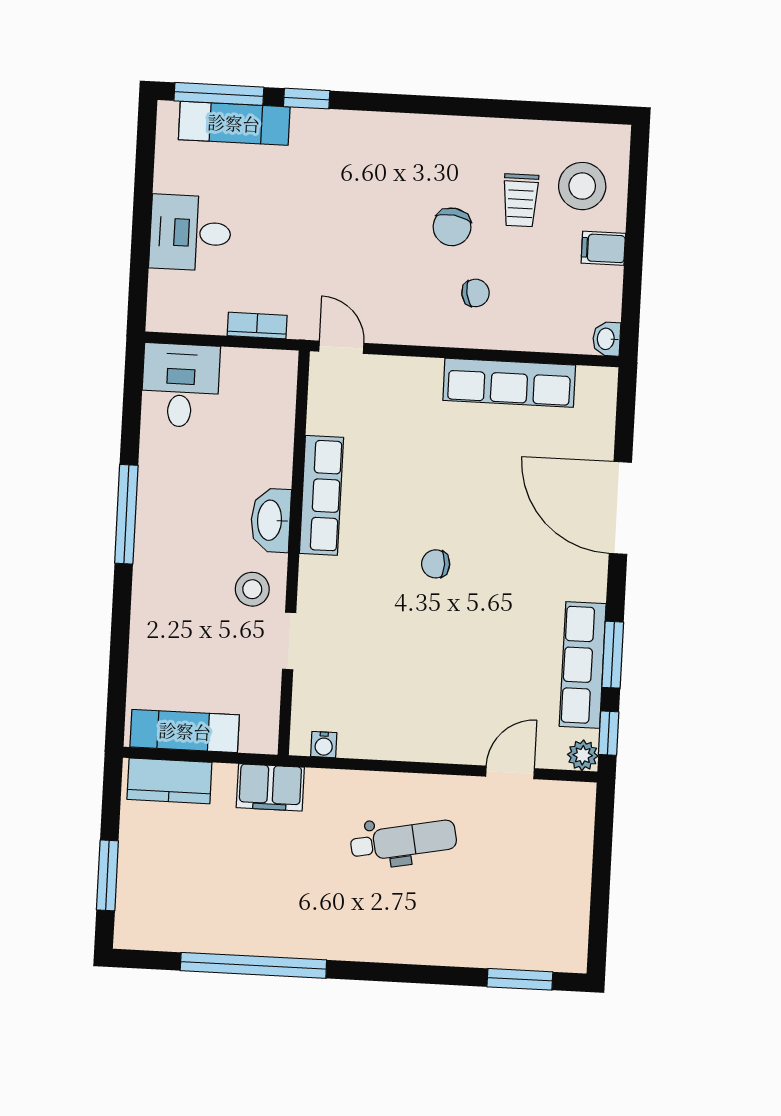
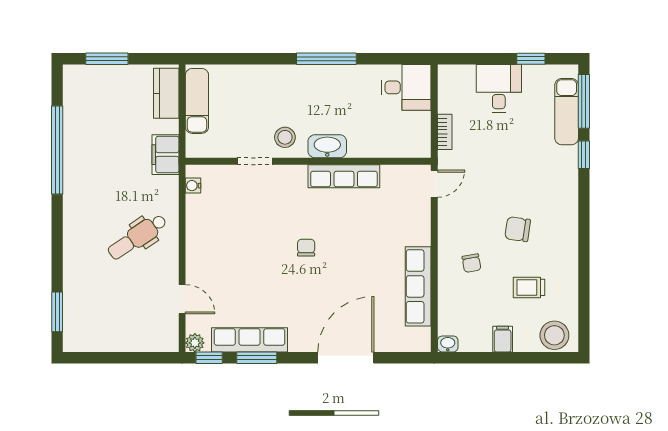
window: (144, 177) -> (531, 59), added
stool: (582, 186) -> (554, 335), moved
chair: (452, 227) -> (518, 229), moved
dental chair: (403, 841) -> (137, 237), turned 67

